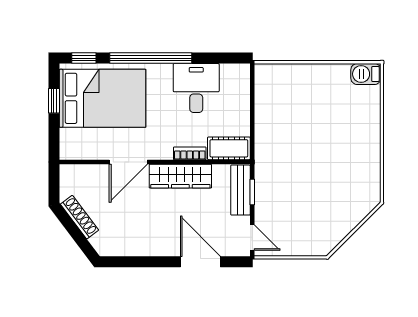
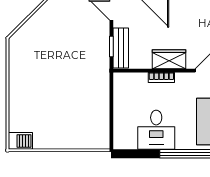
cot: (229, 148) -> (130, 81), removed
wardrobe: (180, 176) -> (169, 59), width x0.67

